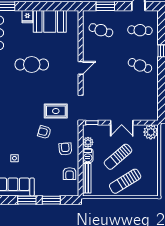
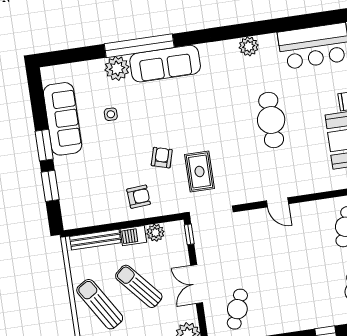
cafe table: (140, 65) -> (237, 309), moved
armchair: (70, 174) -> (99, 210), removed

